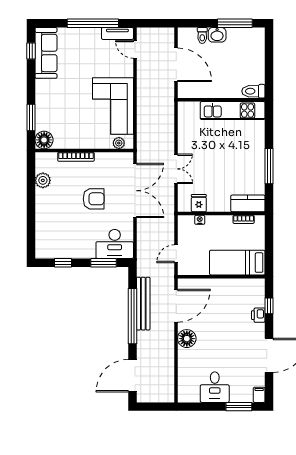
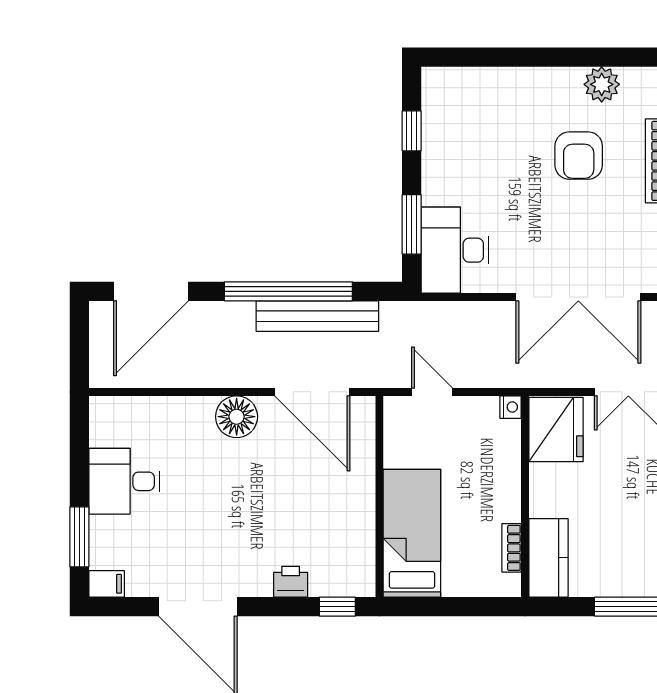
armchair: (94, 199) -> (579, 156), moved
fridge: (199, 203) -> (556, 430), width x1.88, depth x1.34
nightstand: (200, 220) -> (511, 407), moved
window: (269, 306) -> (337, 607), moved
door: (132, 376) -> (151, 291), swing flipped

